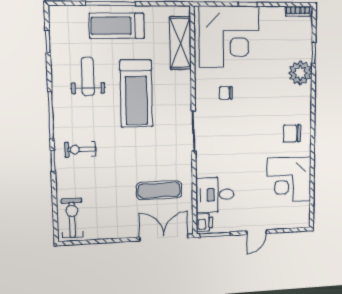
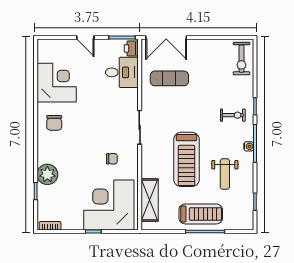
treadmill: (136, 94) -> (186, 159), turned 180
water cooler: (59, 112) -> (249, 146), added
chair: (292, 133) -> (54, 123), turned 90
door: (257, 232) -> (85, 37), swing flipped

